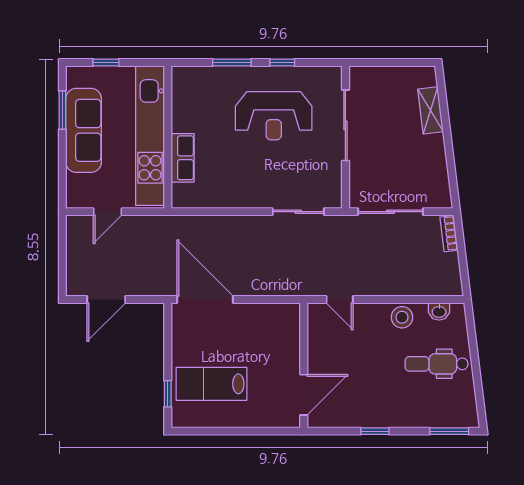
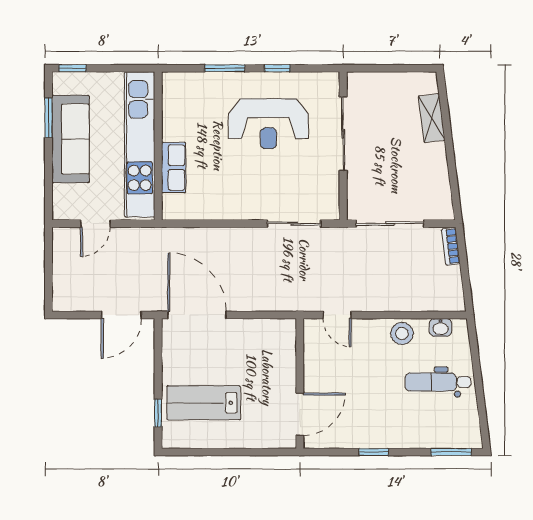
window: (106, 62) -> (72, 68), moved
door: (106, 299) -> (121, 315), moved

